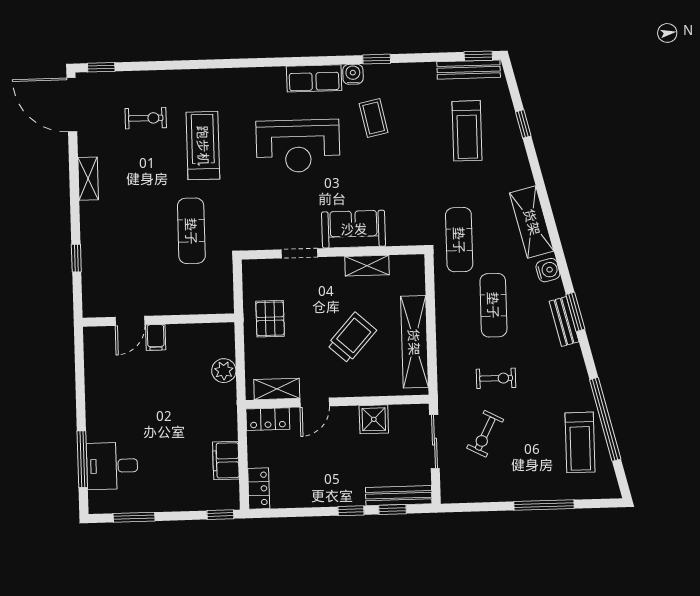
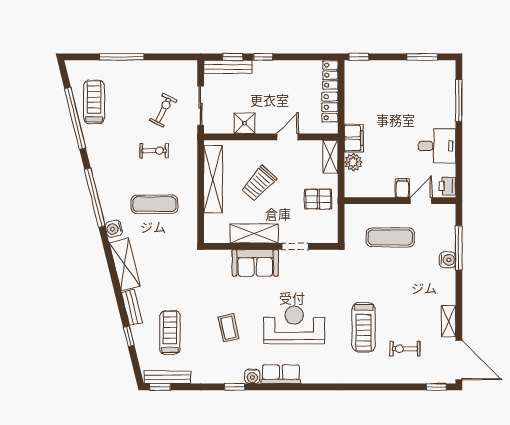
coffee table: (374, 118) -> (228, 328), moved
shelving: (88, 179) -> (448, 321), moved
exercise mat: (191, 231) -> (390, 237), moved, turned 90
exercise mat: (459, 240) -> (178, 253), removed
water cooler: (91, 241) -> (448, 260), added
window: (76, 258) -> (459, 248), width x2.17
shelving: (367, 266) -> (254, 234), width x1.50, depth x1.33
exercise mat: (493, 305) -> (154, 204), turned 90
window: (575, 312) -> (95, 198), width x2.11
pallet: (270, 319) -> (318, 199), turned 90
bench: (564, 321) -> (132, 307), moved
printer: (94, 342) -> (447, 186), added
exercise bike: (496, 378) -> (154, 151), turned 180
shelving: (277, 389) -> (330, 157), moved, turned 90
locker: (268, 419) -> (330, 107), moved, turned -90
filing cabinet: (226, 460) -> (354, 138), moved
desk: (112, 466) -> (437, 146), moved

